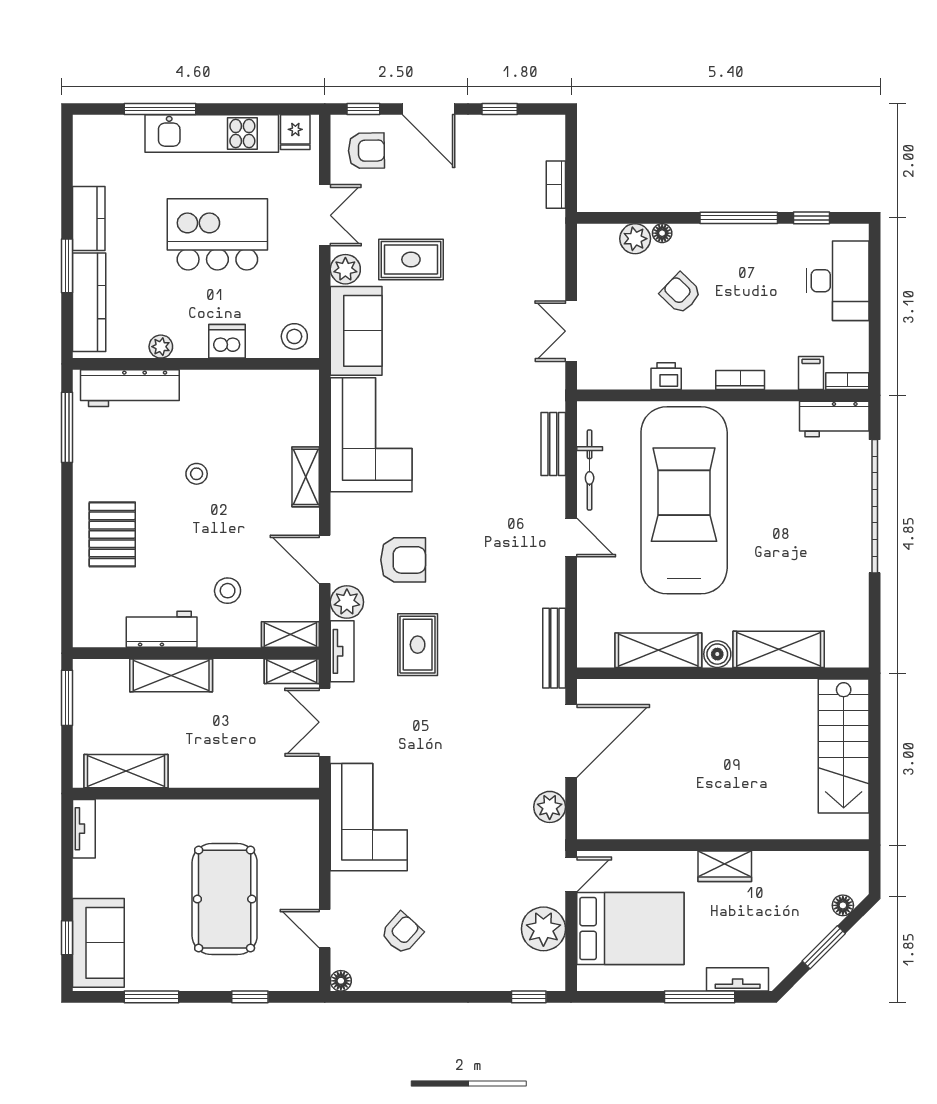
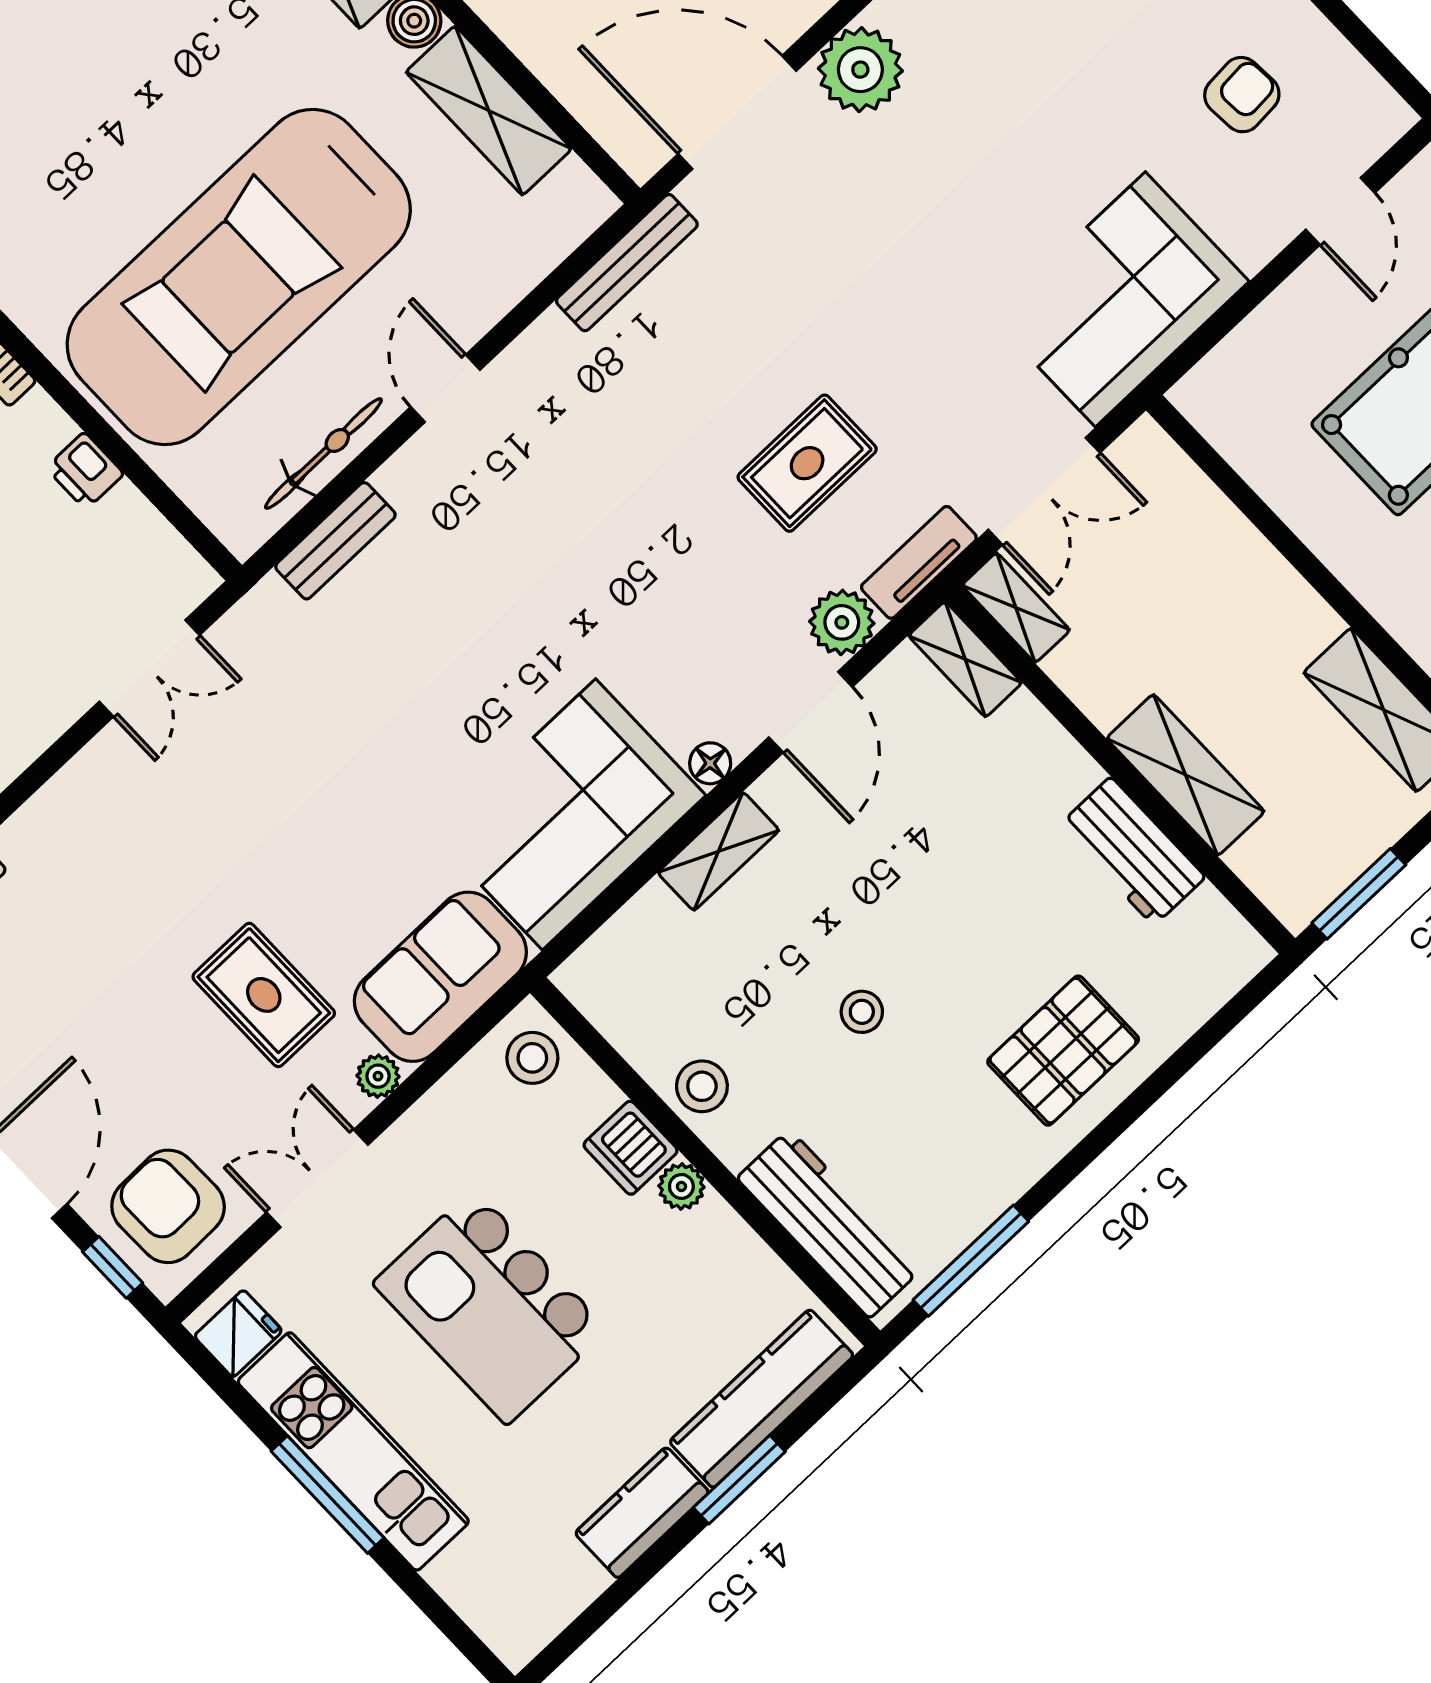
window: (160, 109) -> (327, 1495), moved
armchair: (366, 151) -> (168, 1206), width x1.38, depth x1.38
plant: (345, 269) -> (378, 1076), width x0.73, depth x0.73
plant: (161, 347) -> (681, 1186), moved
armchair: (403, 560) -> (705, 599), removed
stool: (228, 591) -> (702, 1086), moved
plant: (550, 807) -> (860, 70), width x1.36, depth x1.36
armchair: (402, 933) -> (1242, 95), turned 134
floor lamp: (341, 981) -> (710, 763), moved

